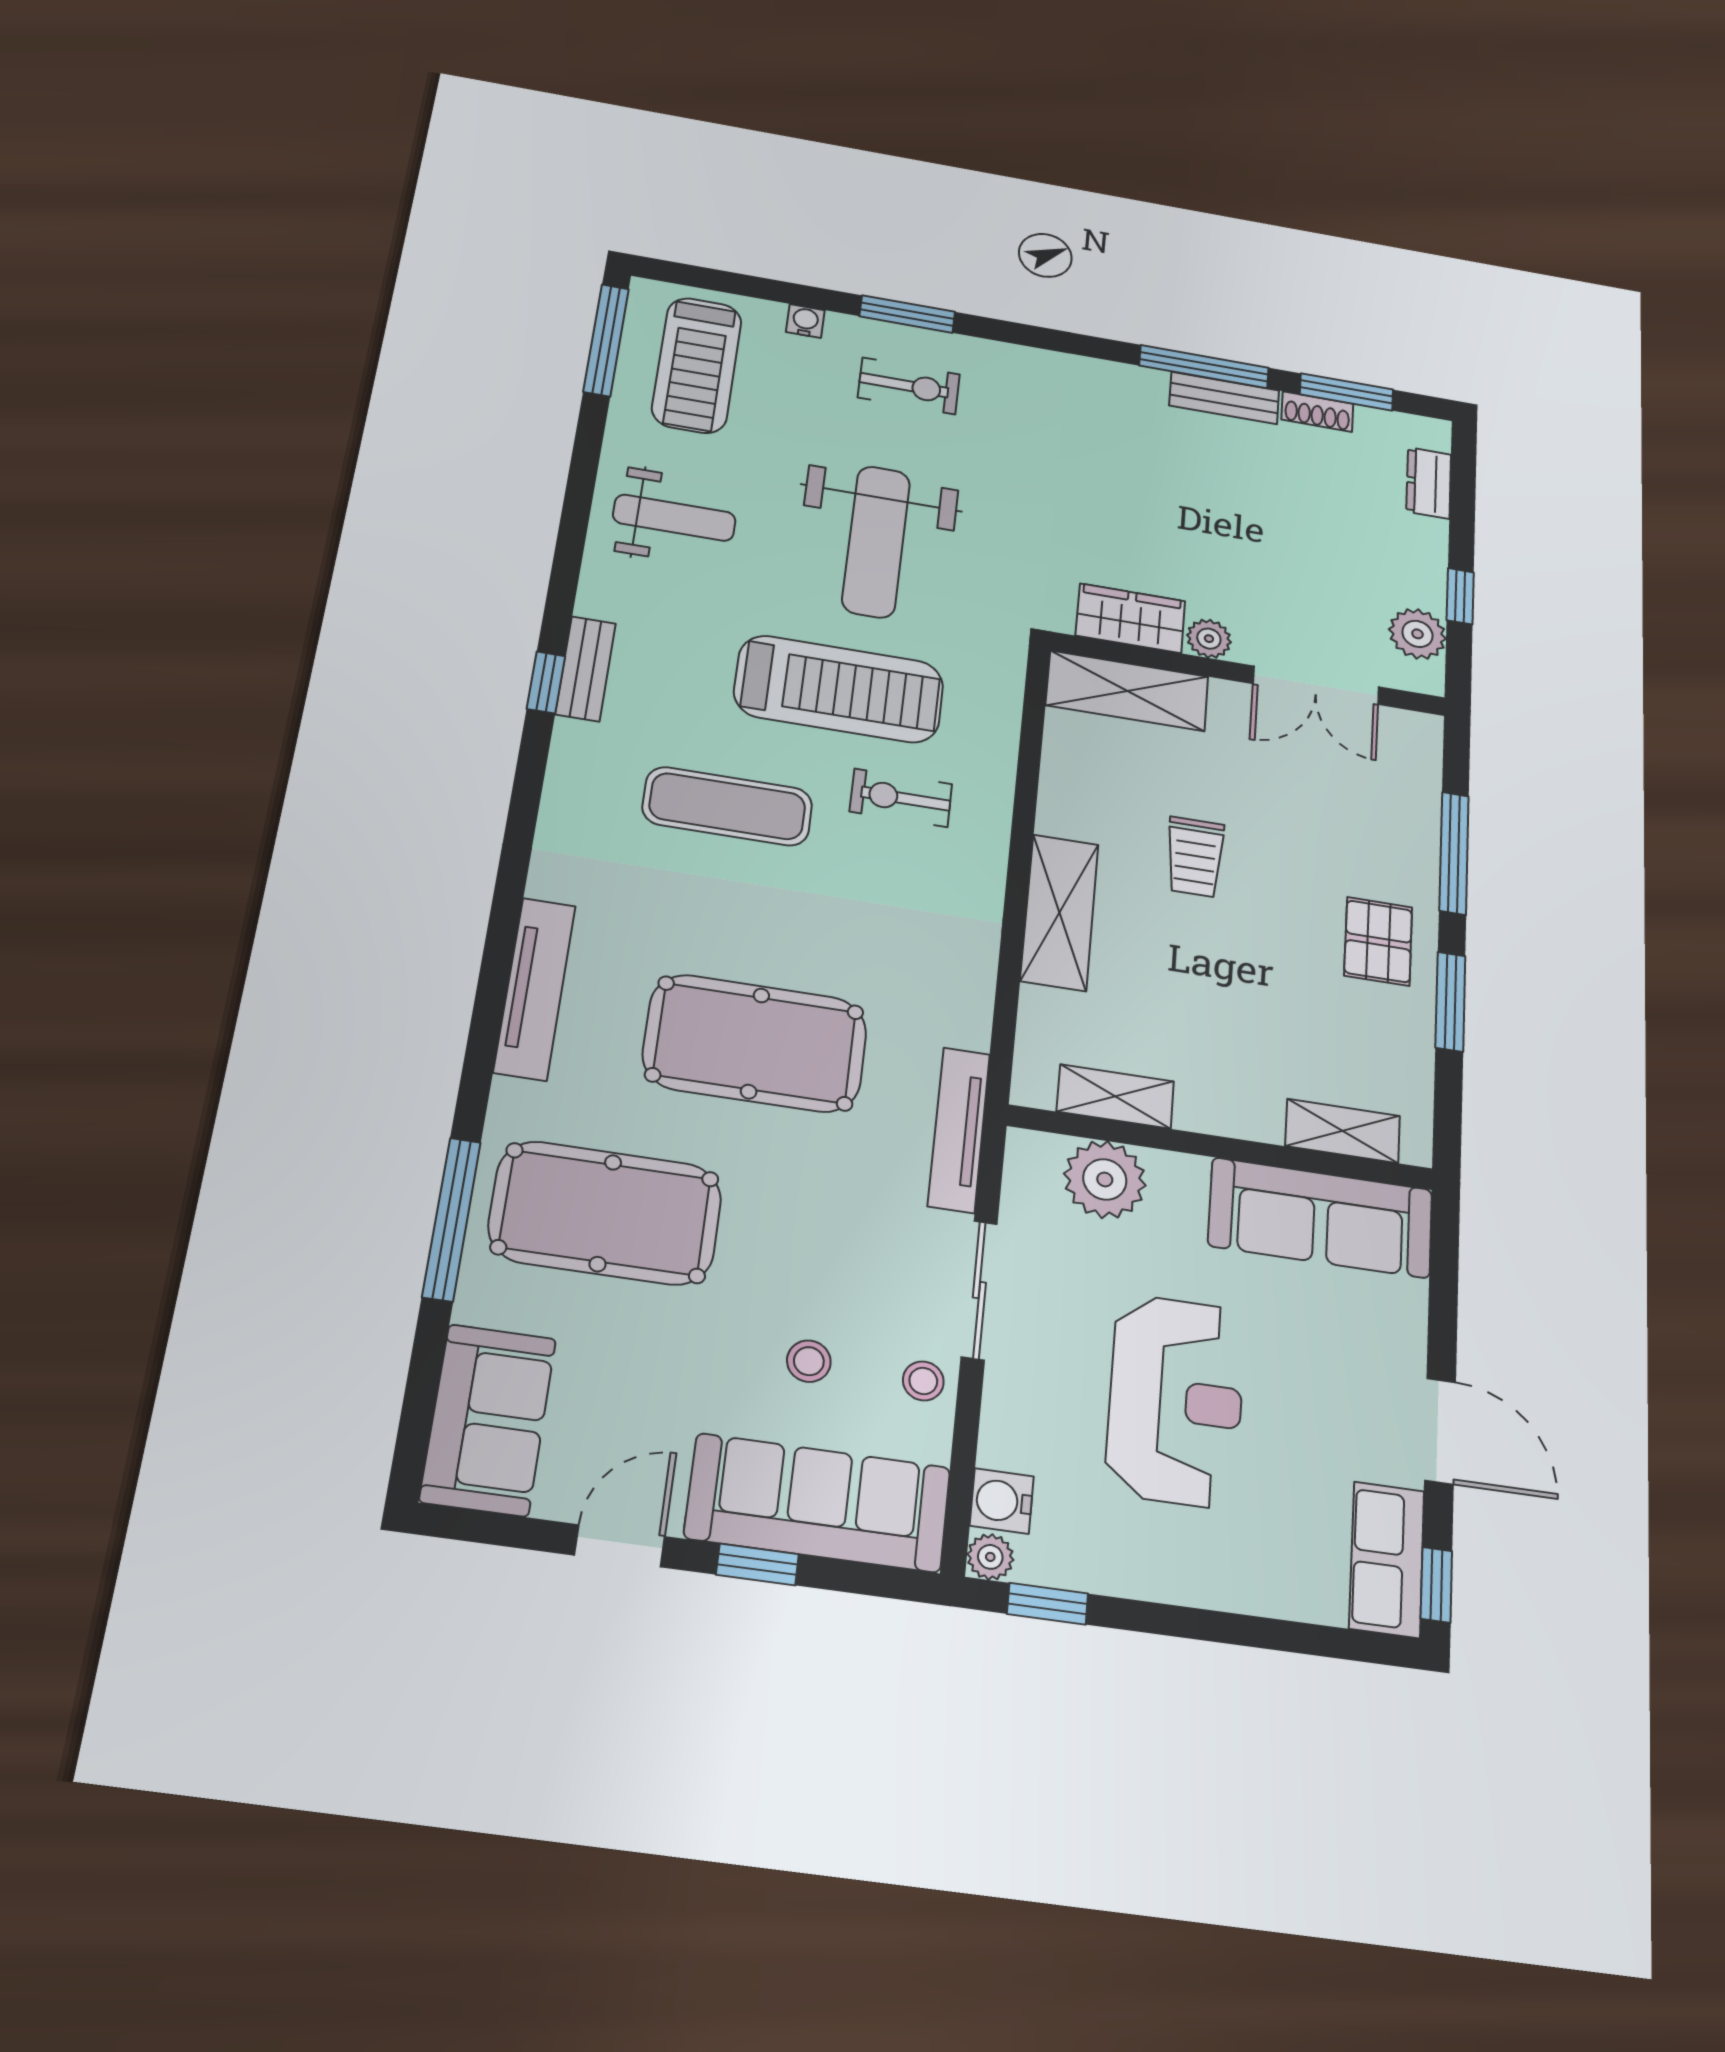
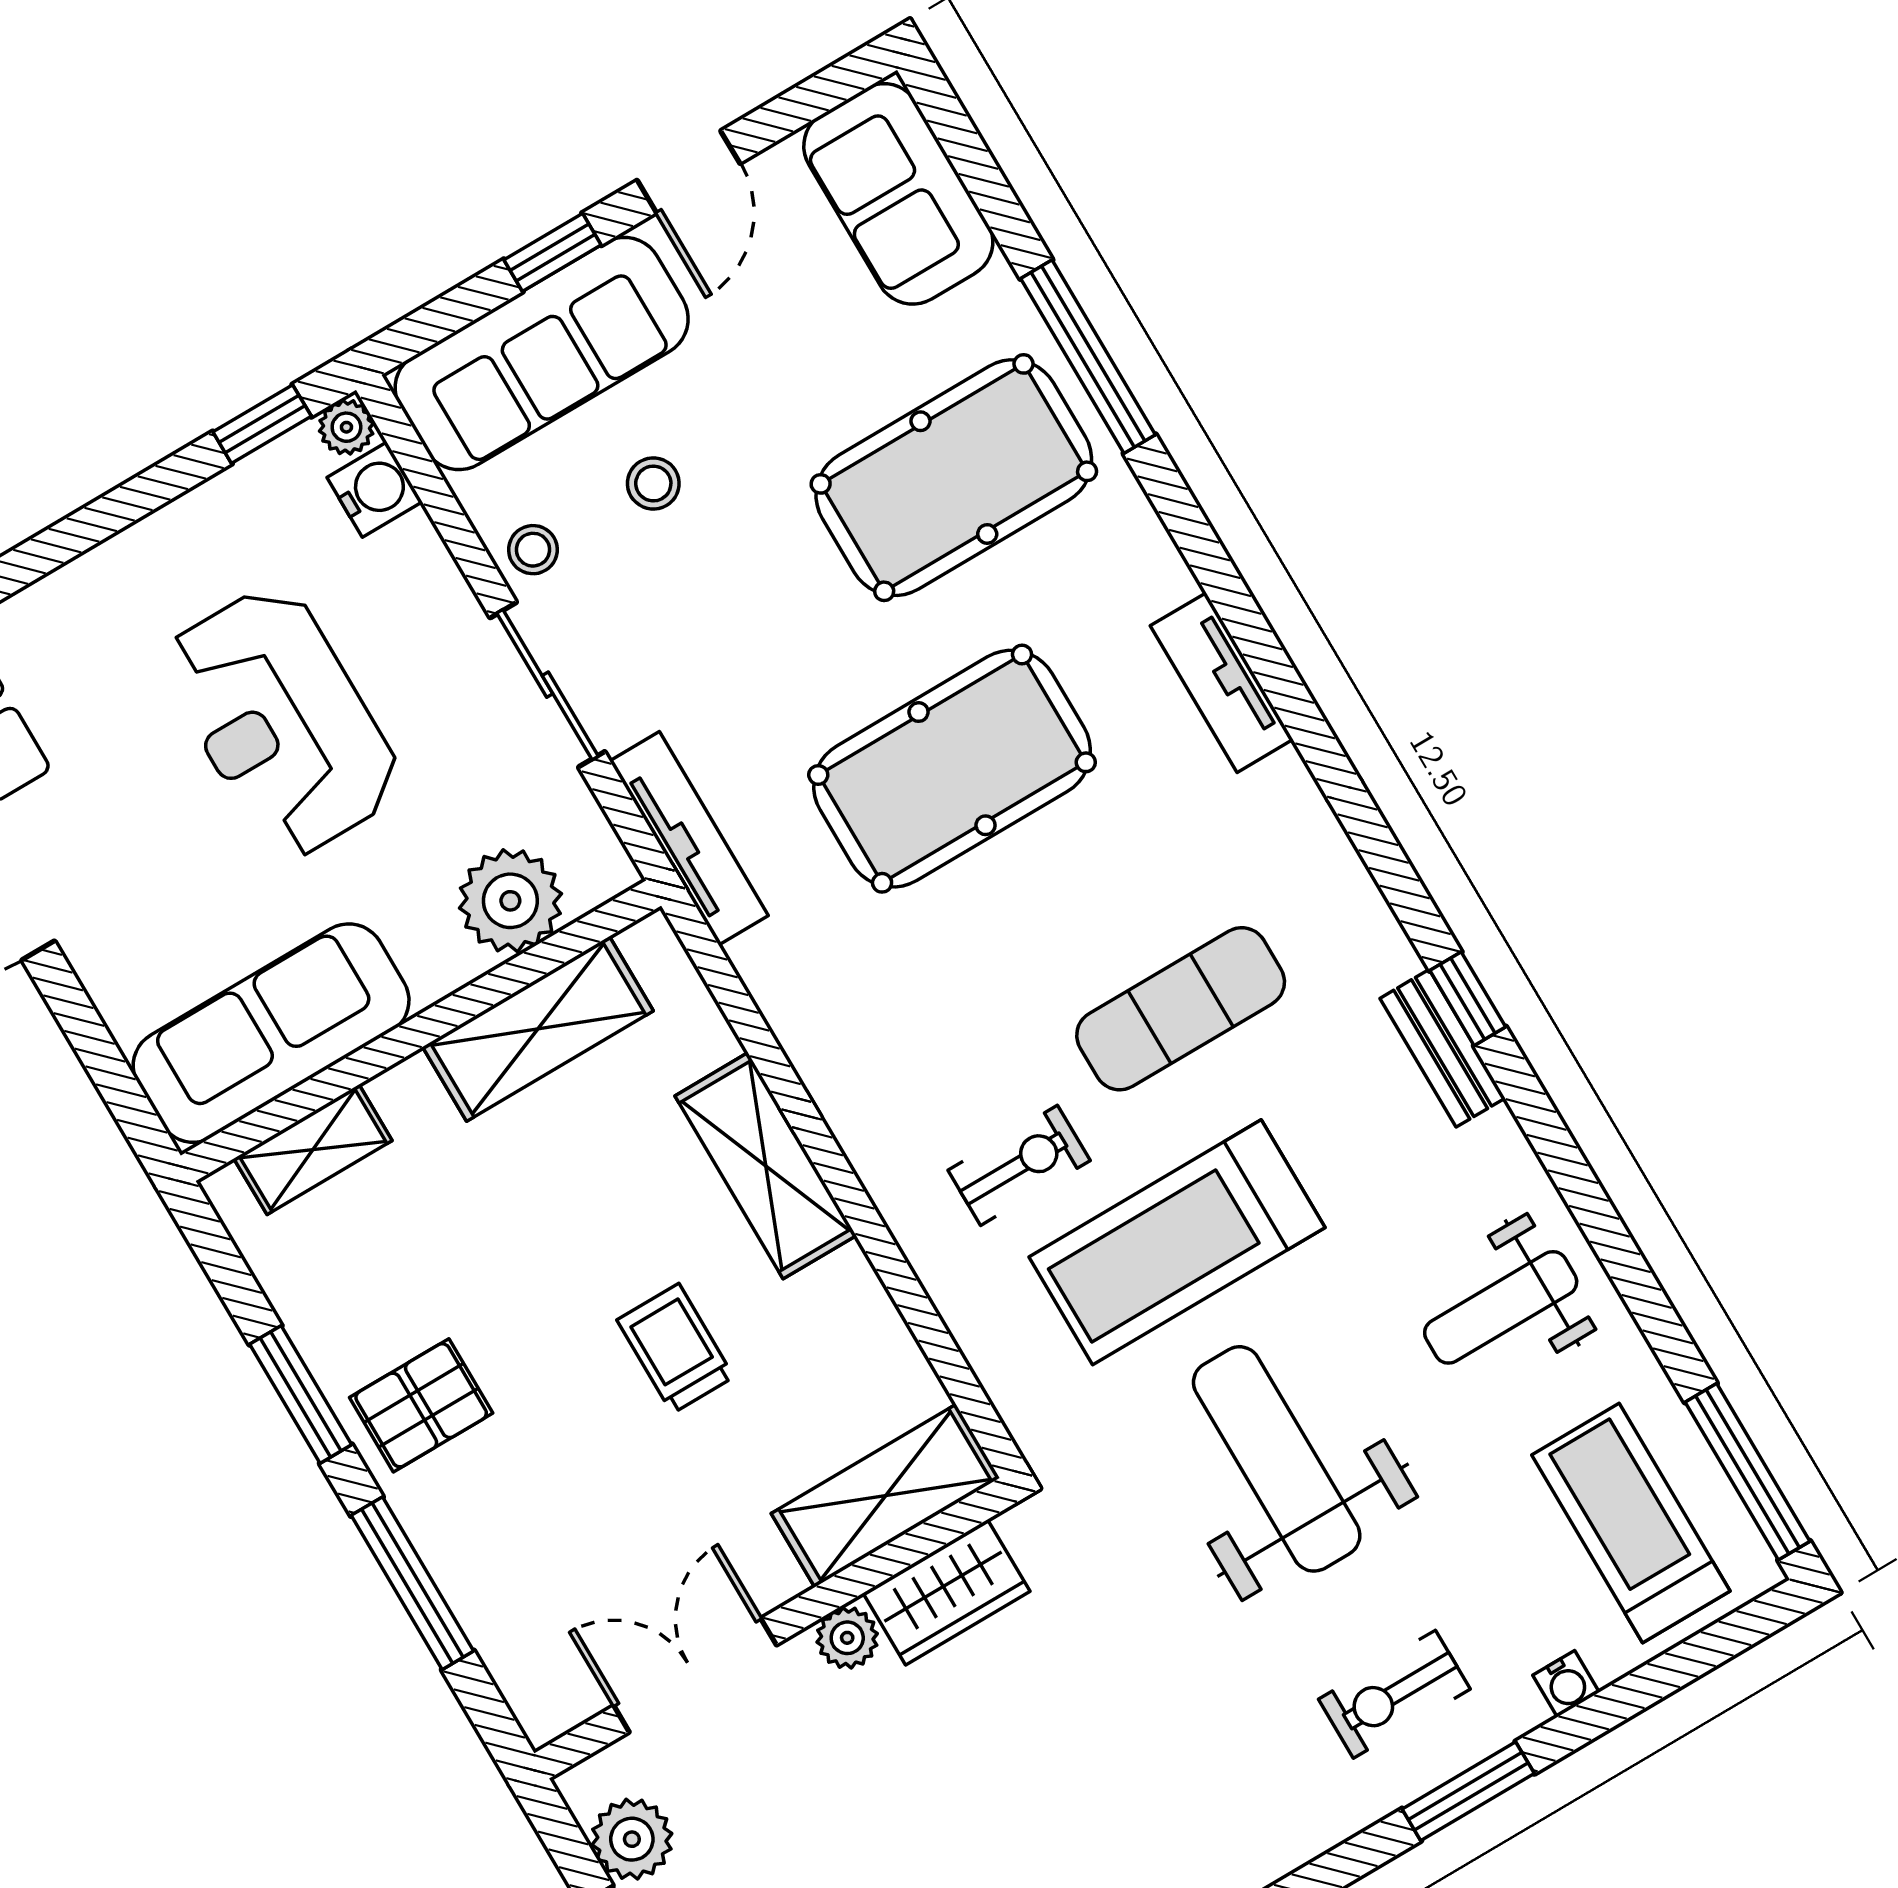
pallet: (1378, 941) -> (421, 1405), turned 90
tv unit: (535, 989) -> (1222, 683), width x0.71
shelving: (1115, 1096) -> (538, 1029), width x1.50, depth x1.33

